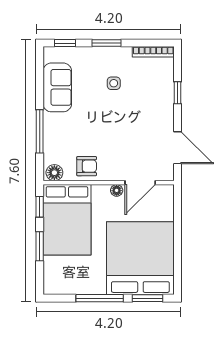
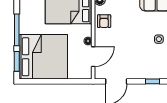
door: (140, 183) -> (93, 57), swing flipped

